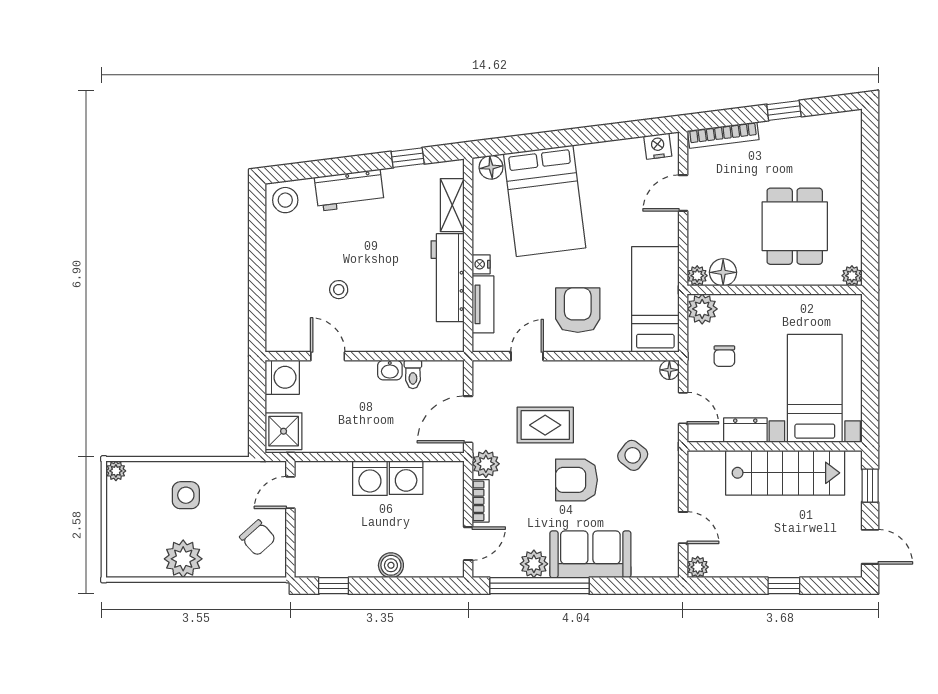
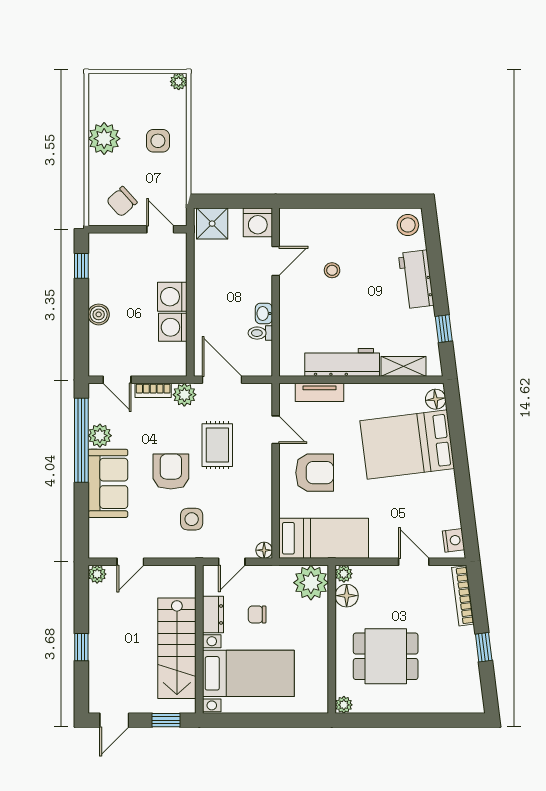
nightstand: (481, 264) -> (353, 391), removed
plant: (702, 309) -> (311, 583), width x1.36, depth x1.36
chair: (724, 356) -> (257, 614), moved
side table: (633, 455) -> (192, 519), turned -38

